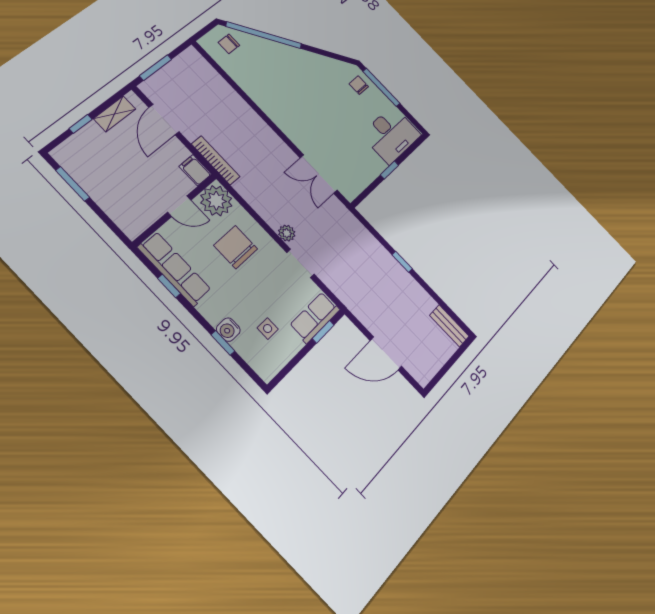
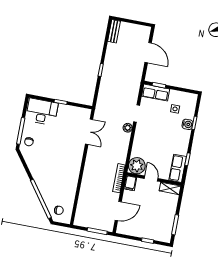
shelving: (115, 114) -> (170, 188), moved
chair: (236, 247) -> (151, 144), removed
row of seats: (175, 269) -> (178, 168), width x0.68

